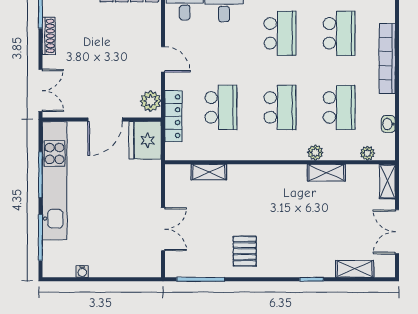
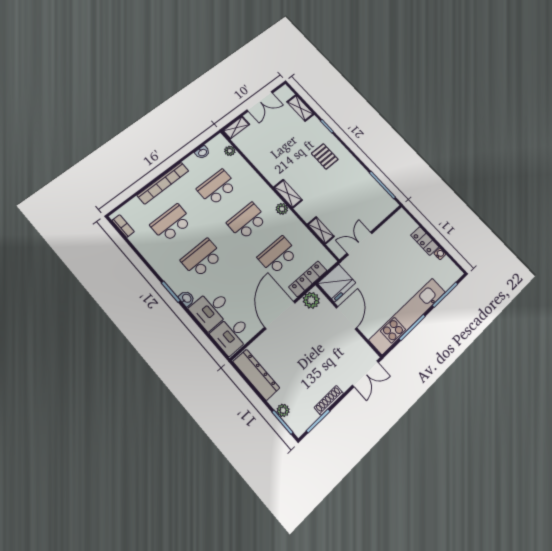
door: (163, 59) -> (280, 315), width x1.88
double door: (40, 90) -> (366, 374), swing flipped
door: (105, 120) -> (347, 318), hinge flipped
plant: (315, 153) -> (282, 209), moved
shelving: (326, 173) -> (288, 194), moved
double door: (163, 229) -> (360, 243), moved
pallet: (245, 251) -> (325, 156), moved, turned 90
locker: (108, 268) -> (425, 241), added

